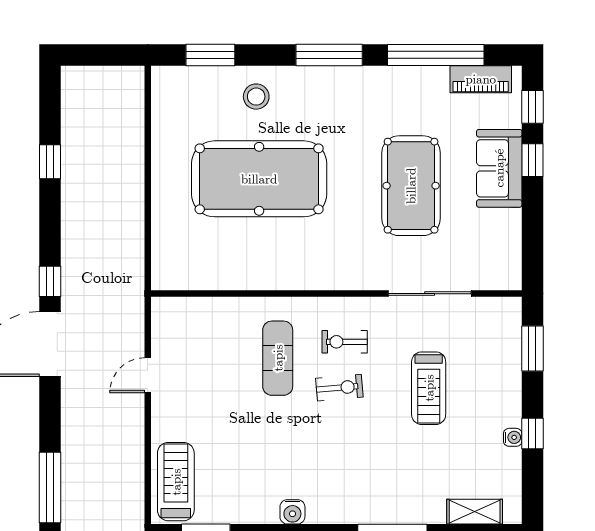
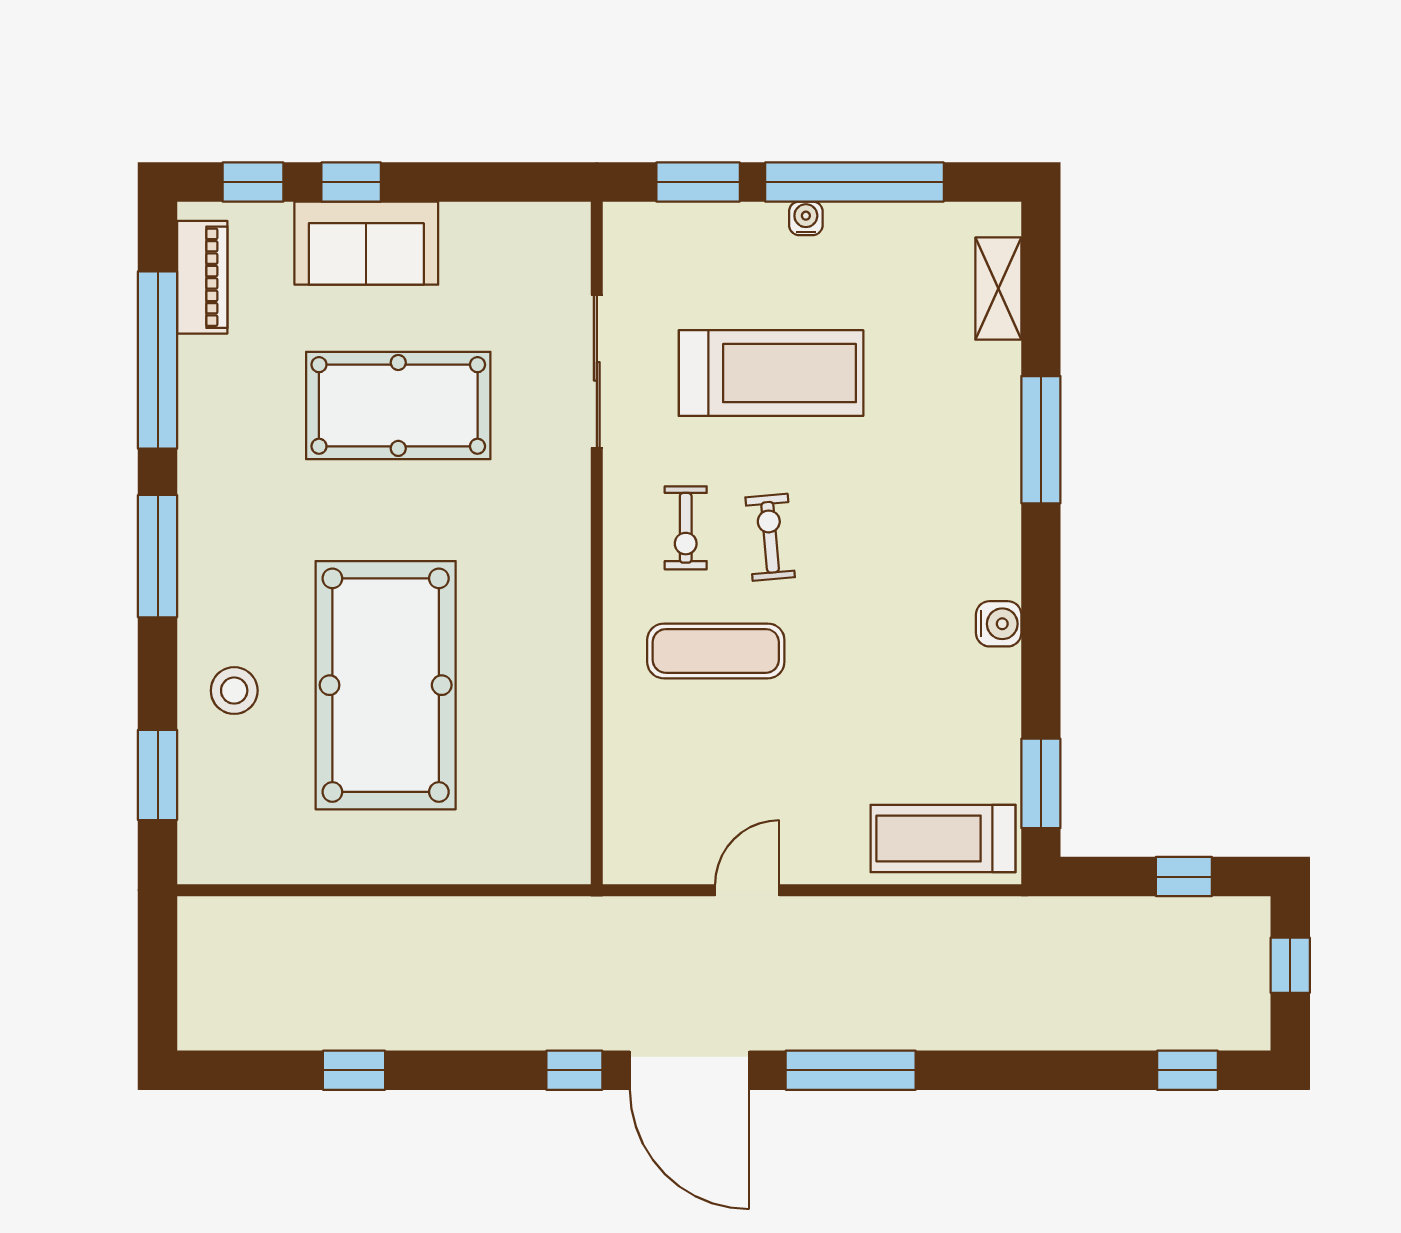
door: (148, 375) -> (747, 890), swing flipped
treadmill: (429, 388) -> (771, 373), width x1.37, depth x1.38
window: (532, 434) -> (854, 182), width x3.17
water cooler: (513, 437) -> (806, 218), moved
window: (50, 487) -> (851, 1070), moved

